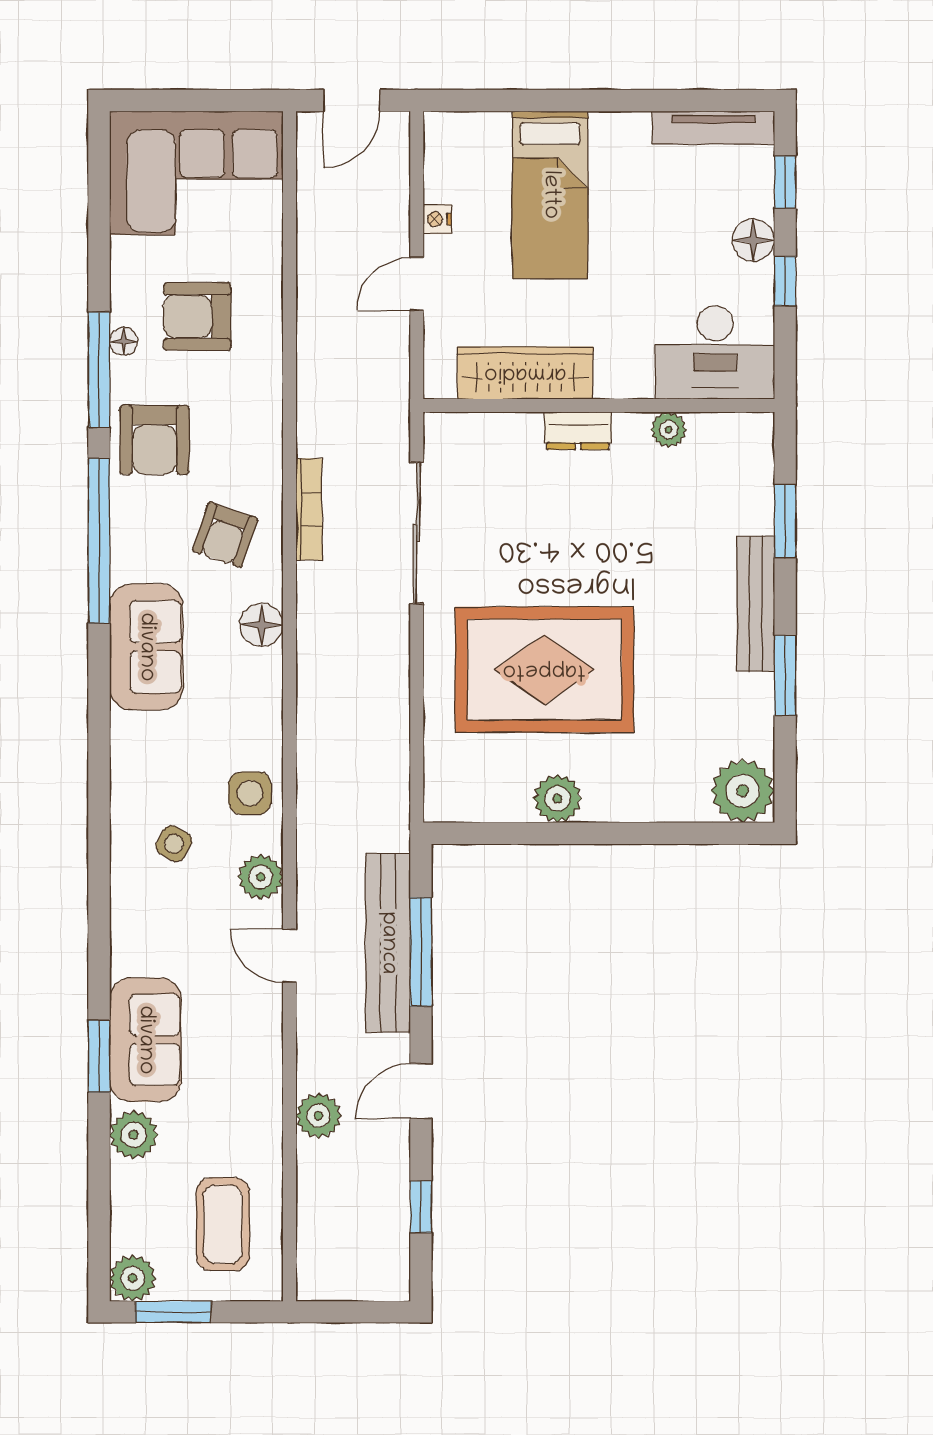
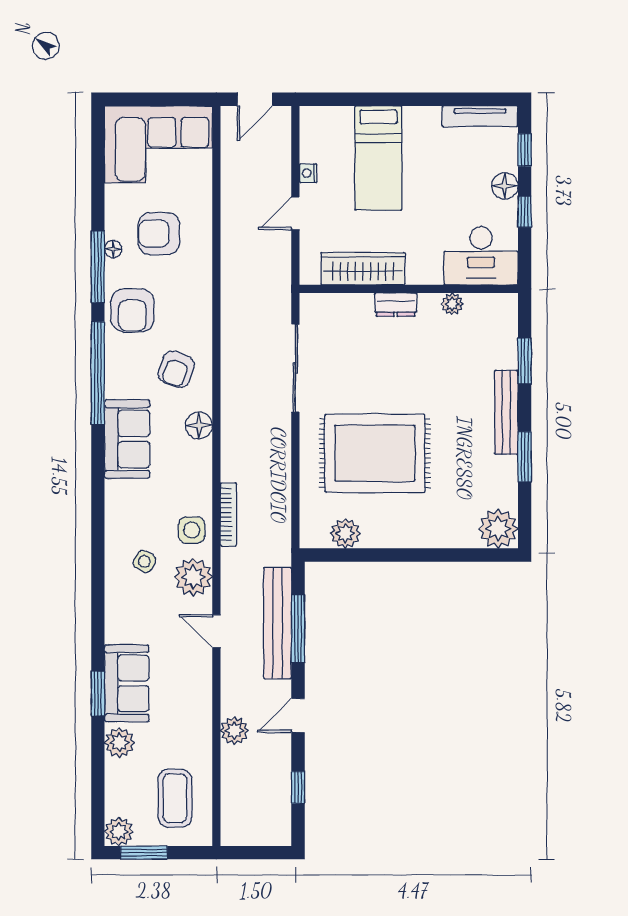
bookcase: (309, 509) -> (228, 515), moved
plant: (558, 799) -> (345, 533), moved
plant: (261, 877) -> (193, 577), width x1.36, depth x1.36

